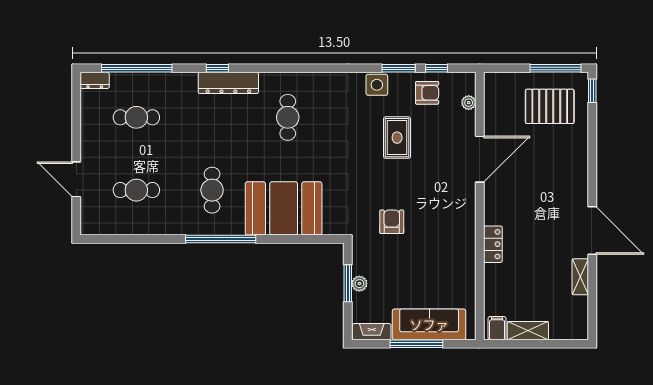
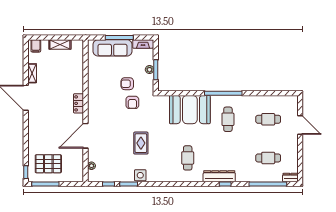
armchair: (427, 93) -> (127, 84), moved
rug: (397, 138) -> (141, 143), moved
locker: (493, 244) -> (79, 103), moved
filing cabinet: (497, 328) -> (36, 46), moved

